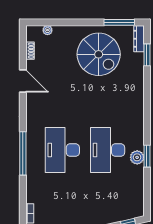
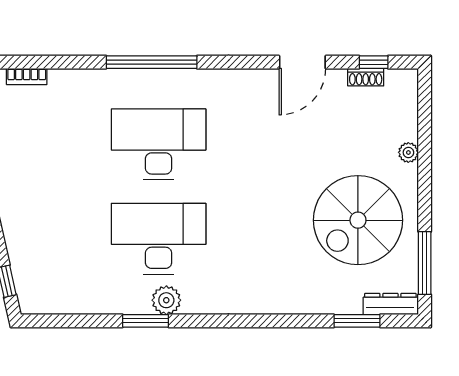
plant: (47, 30) -> (408, 152), moved
window: (23, 47) -> (374, 62), added
plant: (137, 157) -> (166, 300), moved

